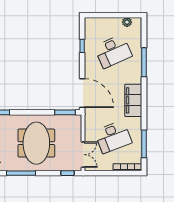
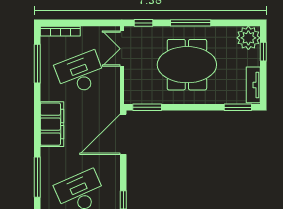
door: (82, 93) -> (123, 134), hinge flipped
meeting table: (36, 143) -> (187, 65), turned 90
window: (21, 173) -> (191, 23), moved

